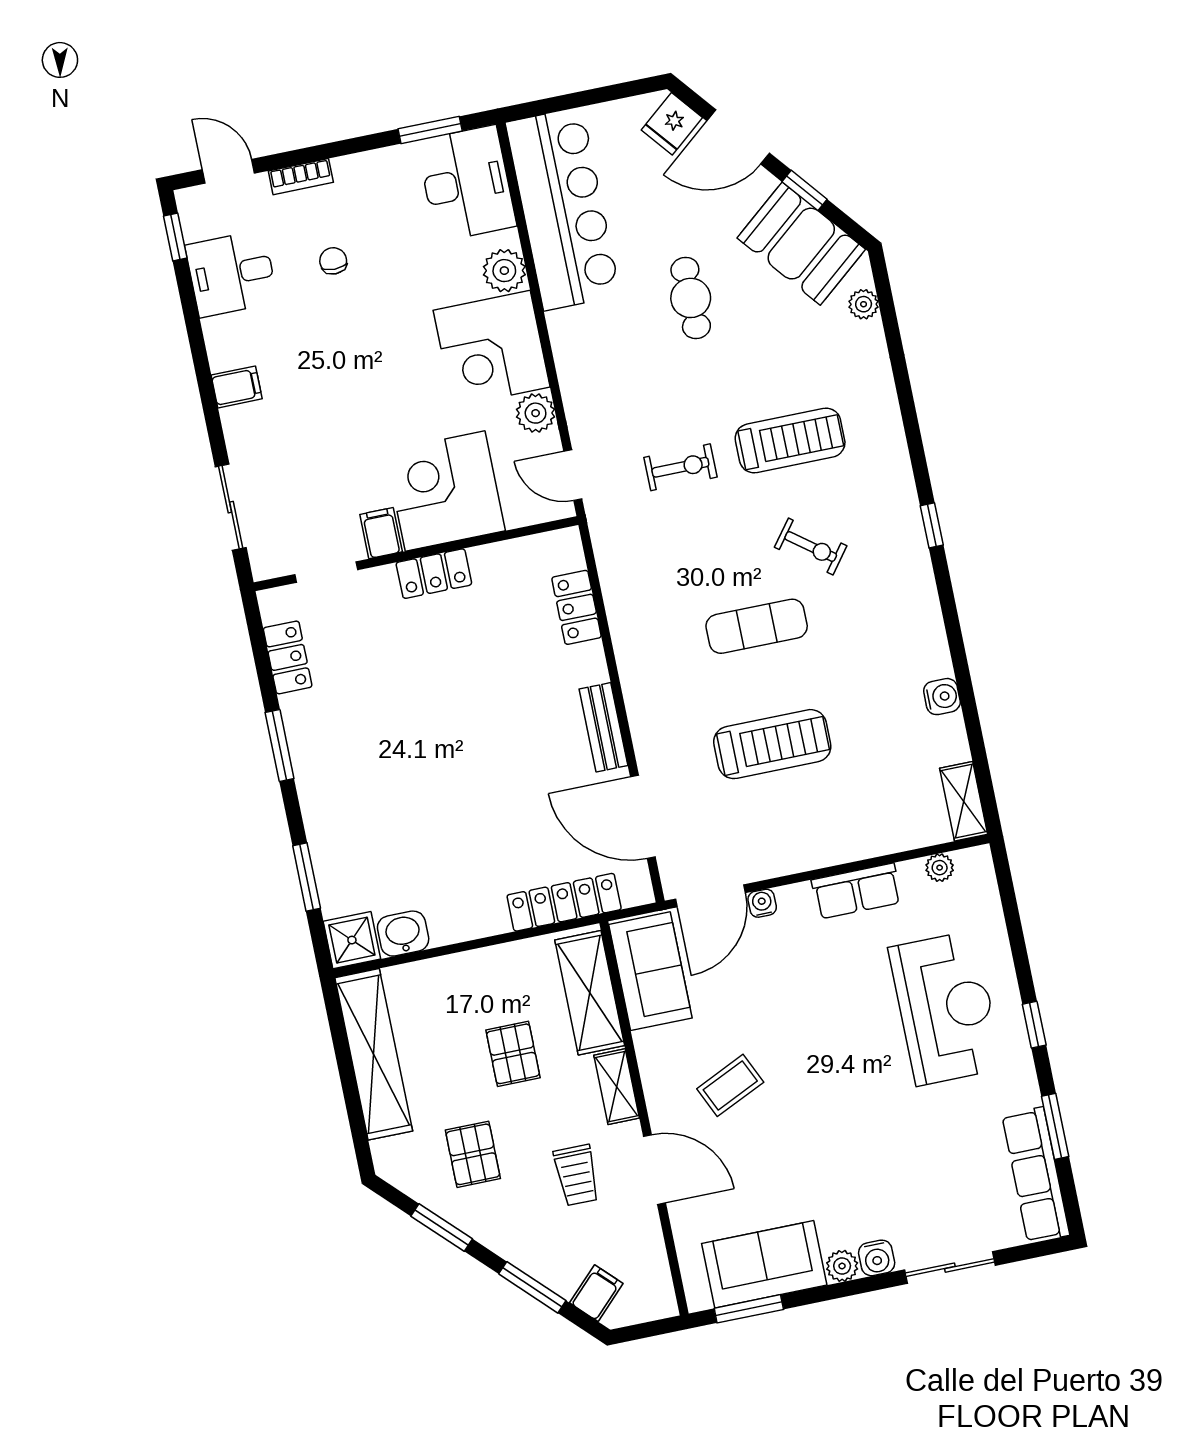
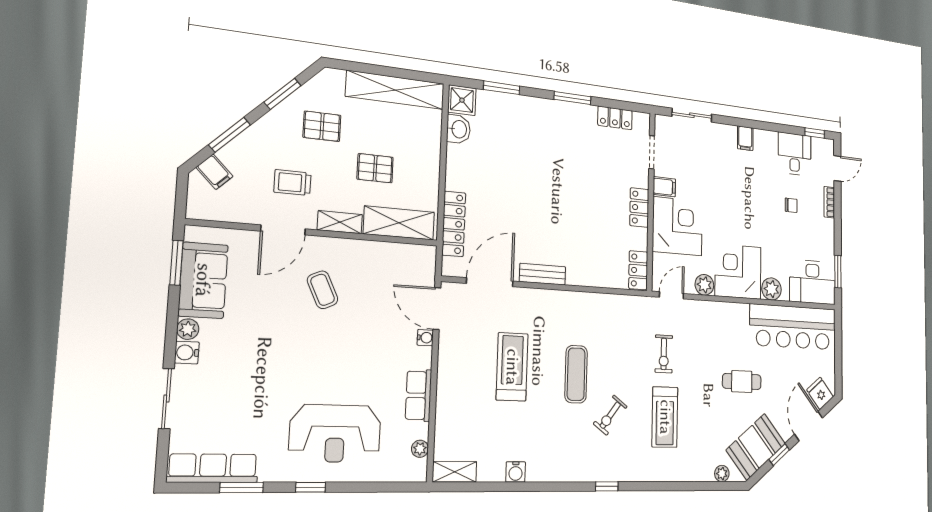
locker: (577, 607) -> (638, 270), moved, turned -90
treadmill: (772, 744) -> (512, 367), turned 180
sofa: (650, 971) -> (403, 262), removed

